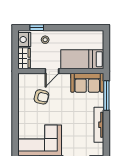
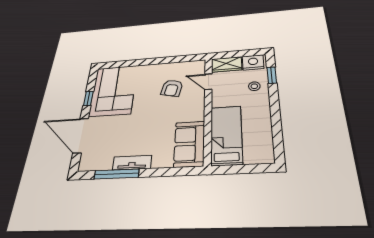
door: (52, 71) -> (208, 82), moved
window: (106, 95) -> (116, 174), moved
tv unit: (99, 125) -> (132, 163), width x0.71

